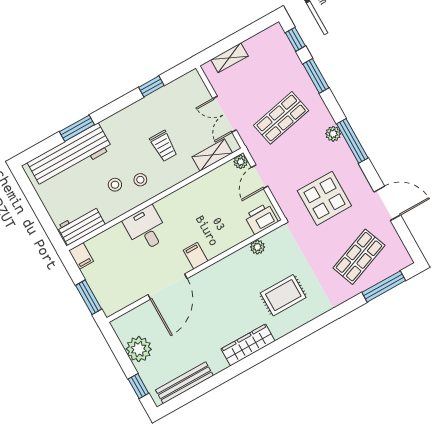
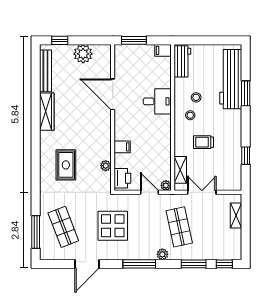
plant: (333, 134) -> (162, 254), moved
filing cabinet: (196, 256) -> (122, 147), moved
wardrobe: (248, 345) -> (47, 112), moved

